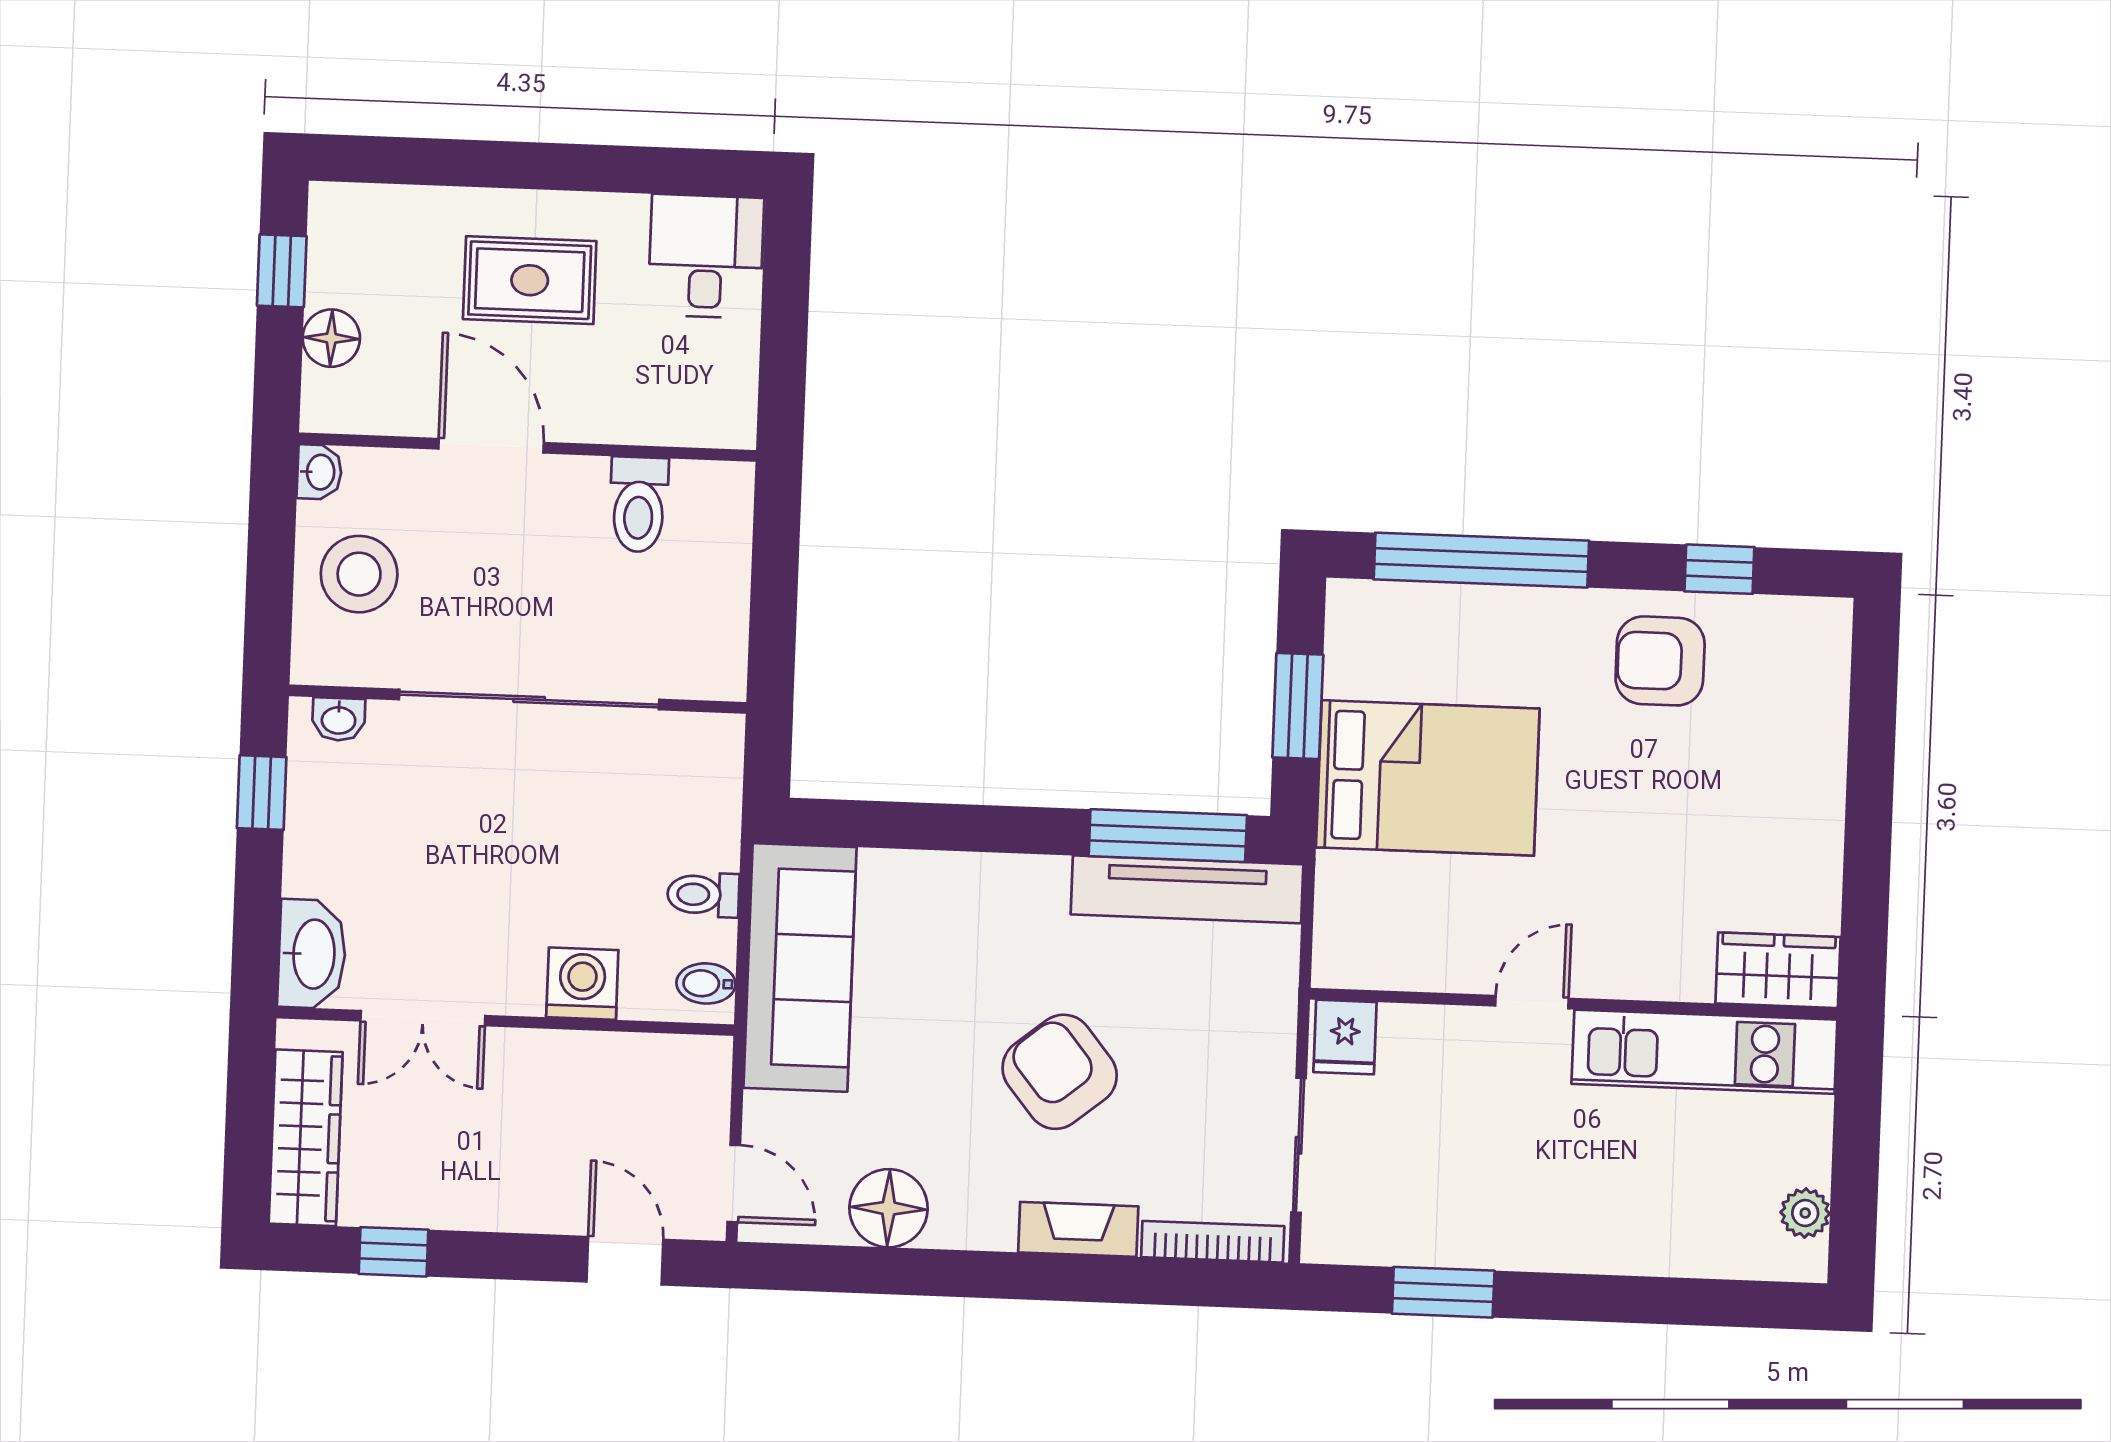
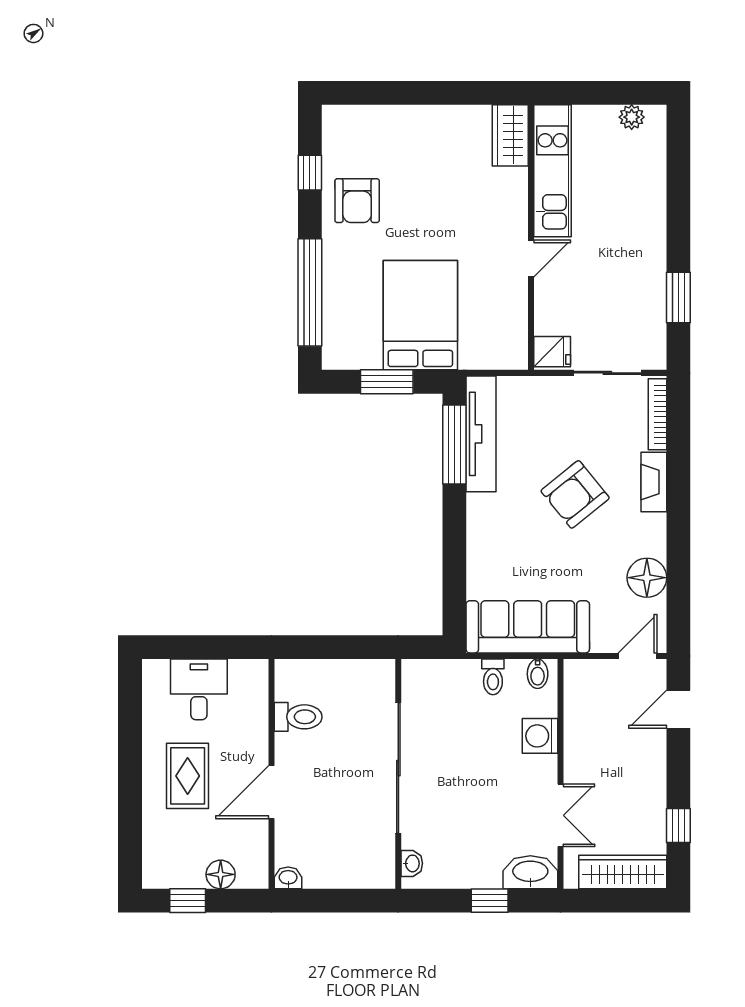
desk: (706, 256) -> (199, 689), moved, turned 90
stool: (359, 574) -> (339, 856), removed
window: (262, 793) -> (490, 901), moved
door: (1532, 1002) -> (531, 258), swing flipped

